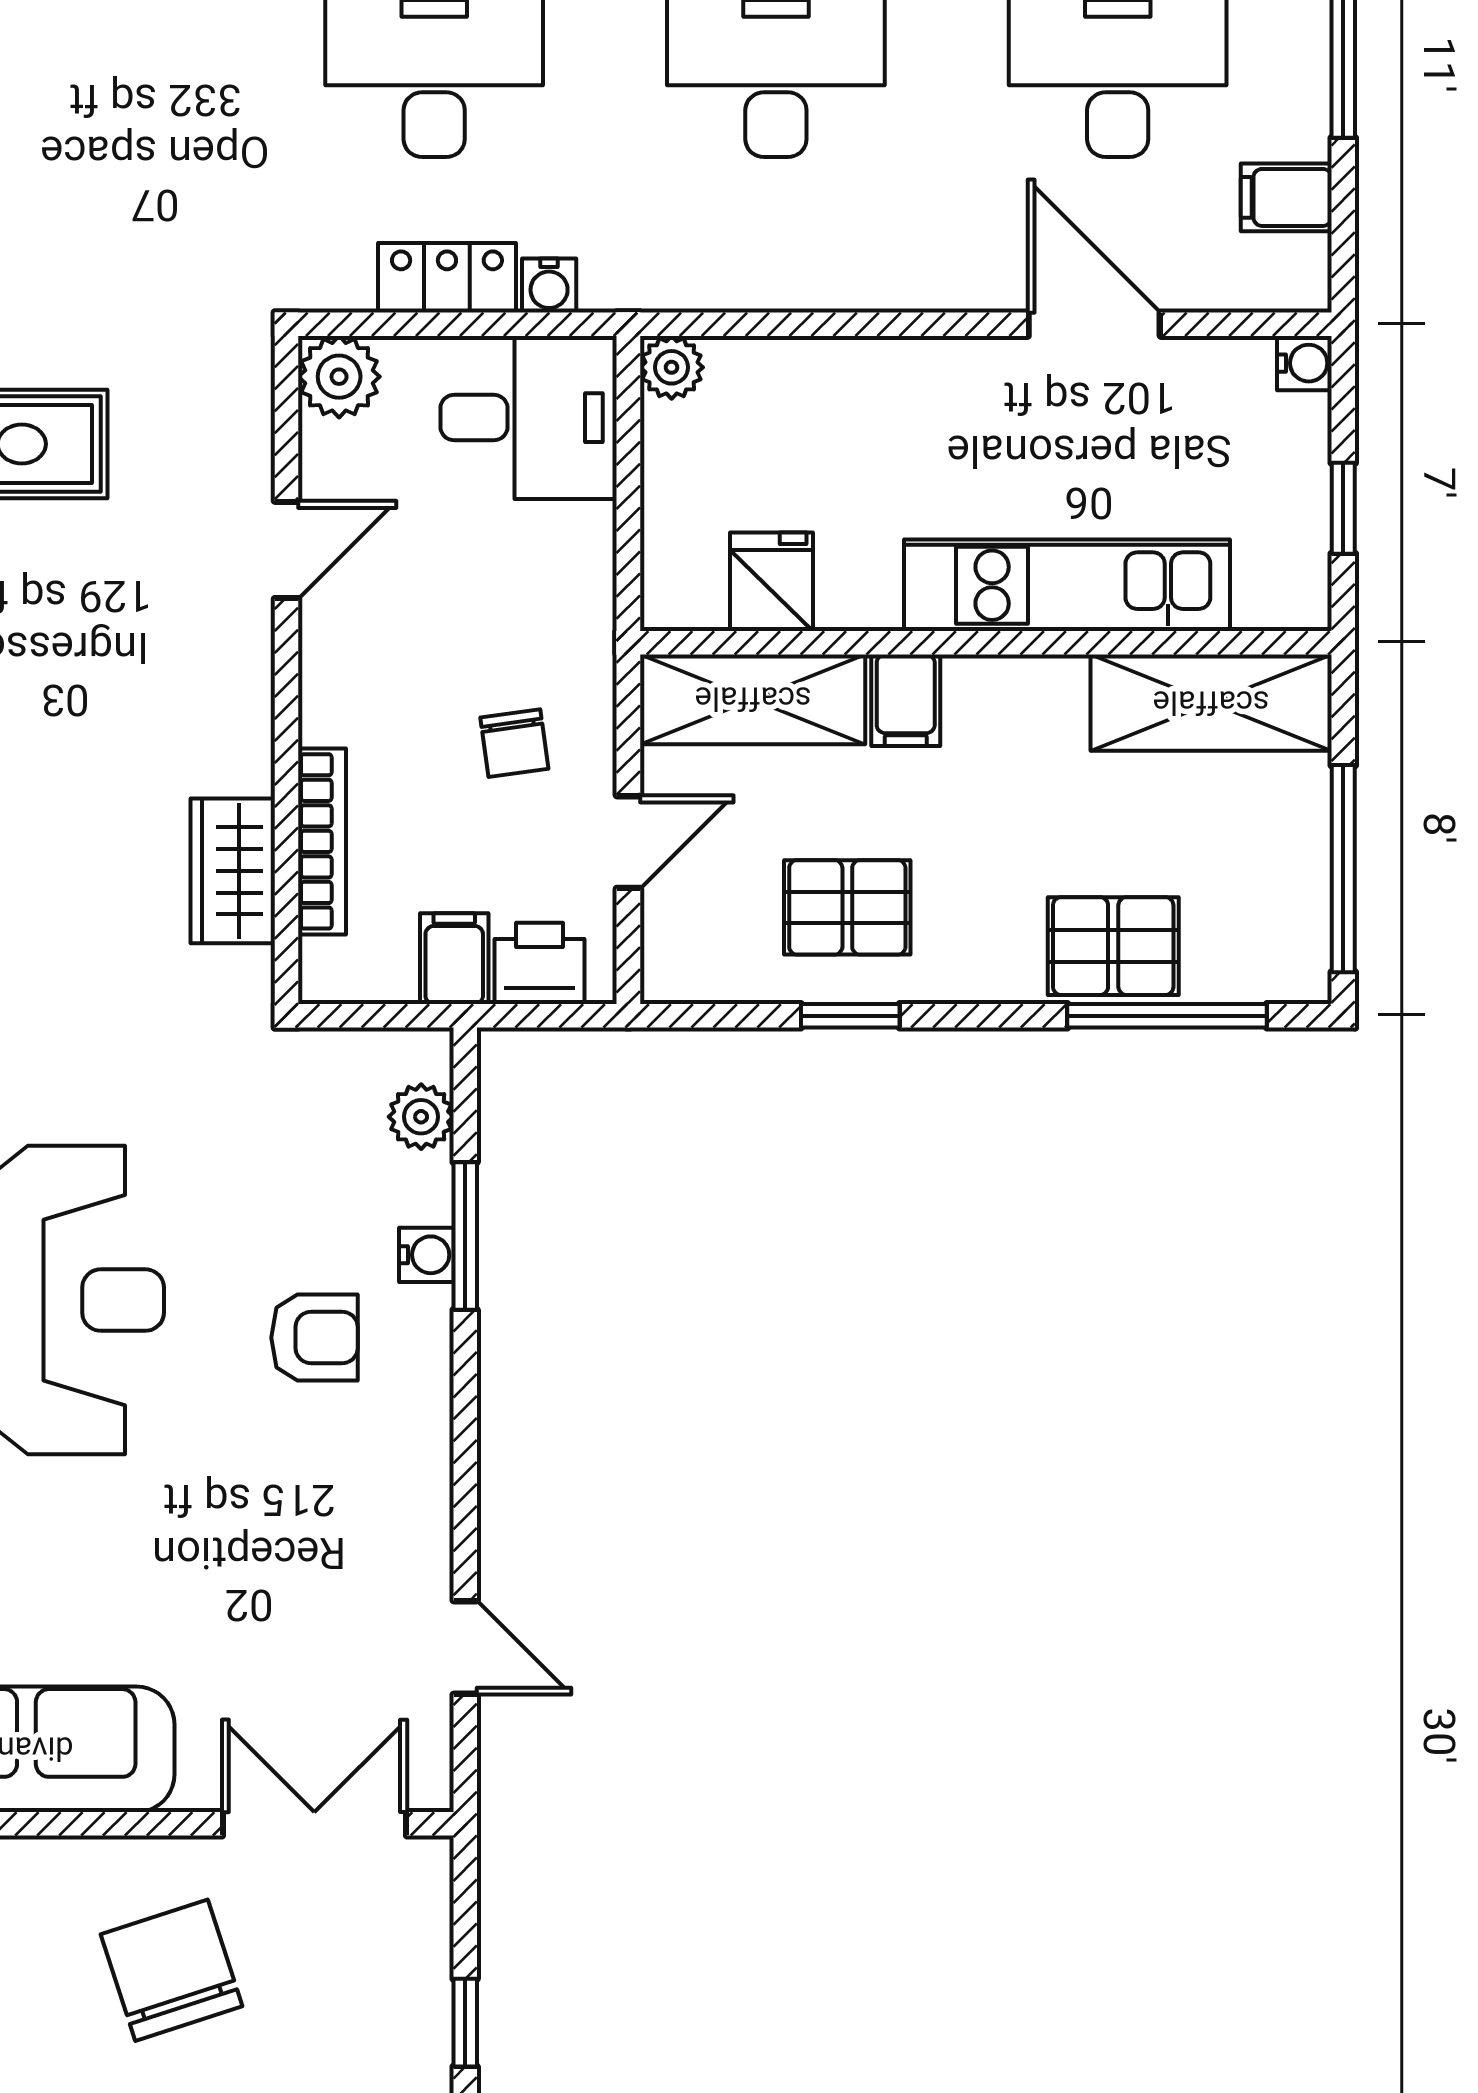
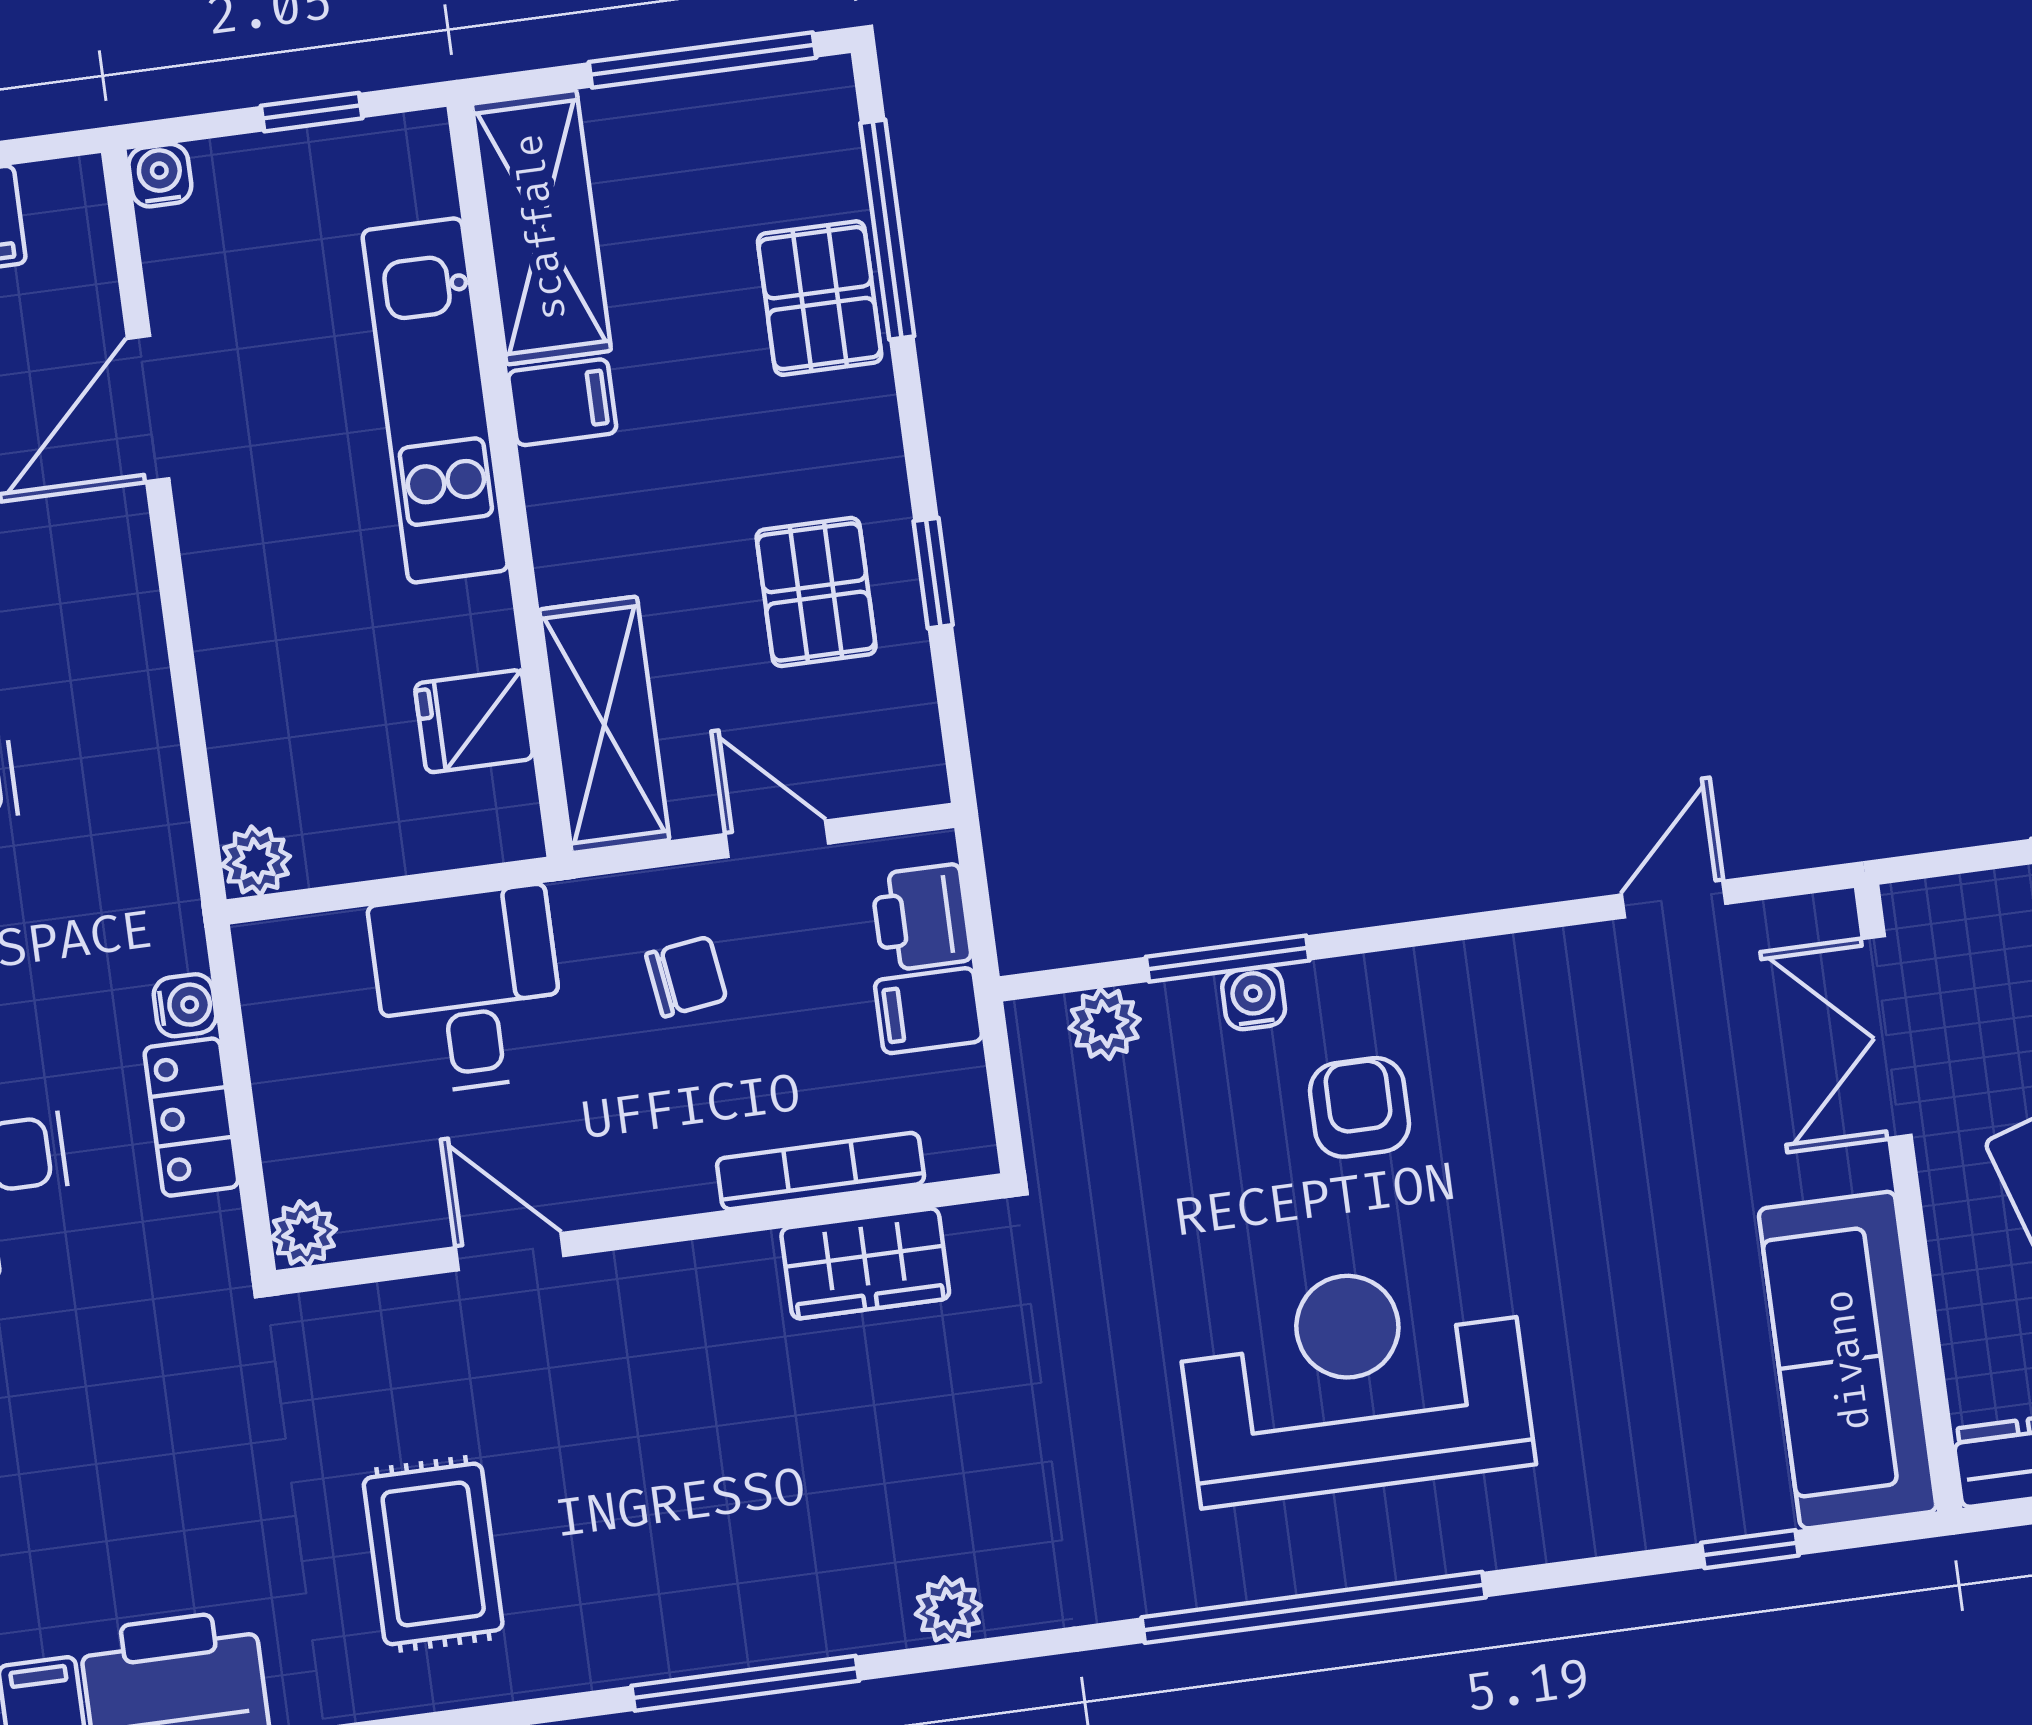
plant: (339, 377) -> (304, 1233), width x0.73, depth x0.73
desk: (529, 418) -> (468, 990), moved
filing cabinet: (906, 700) -> (562, 402), moved

